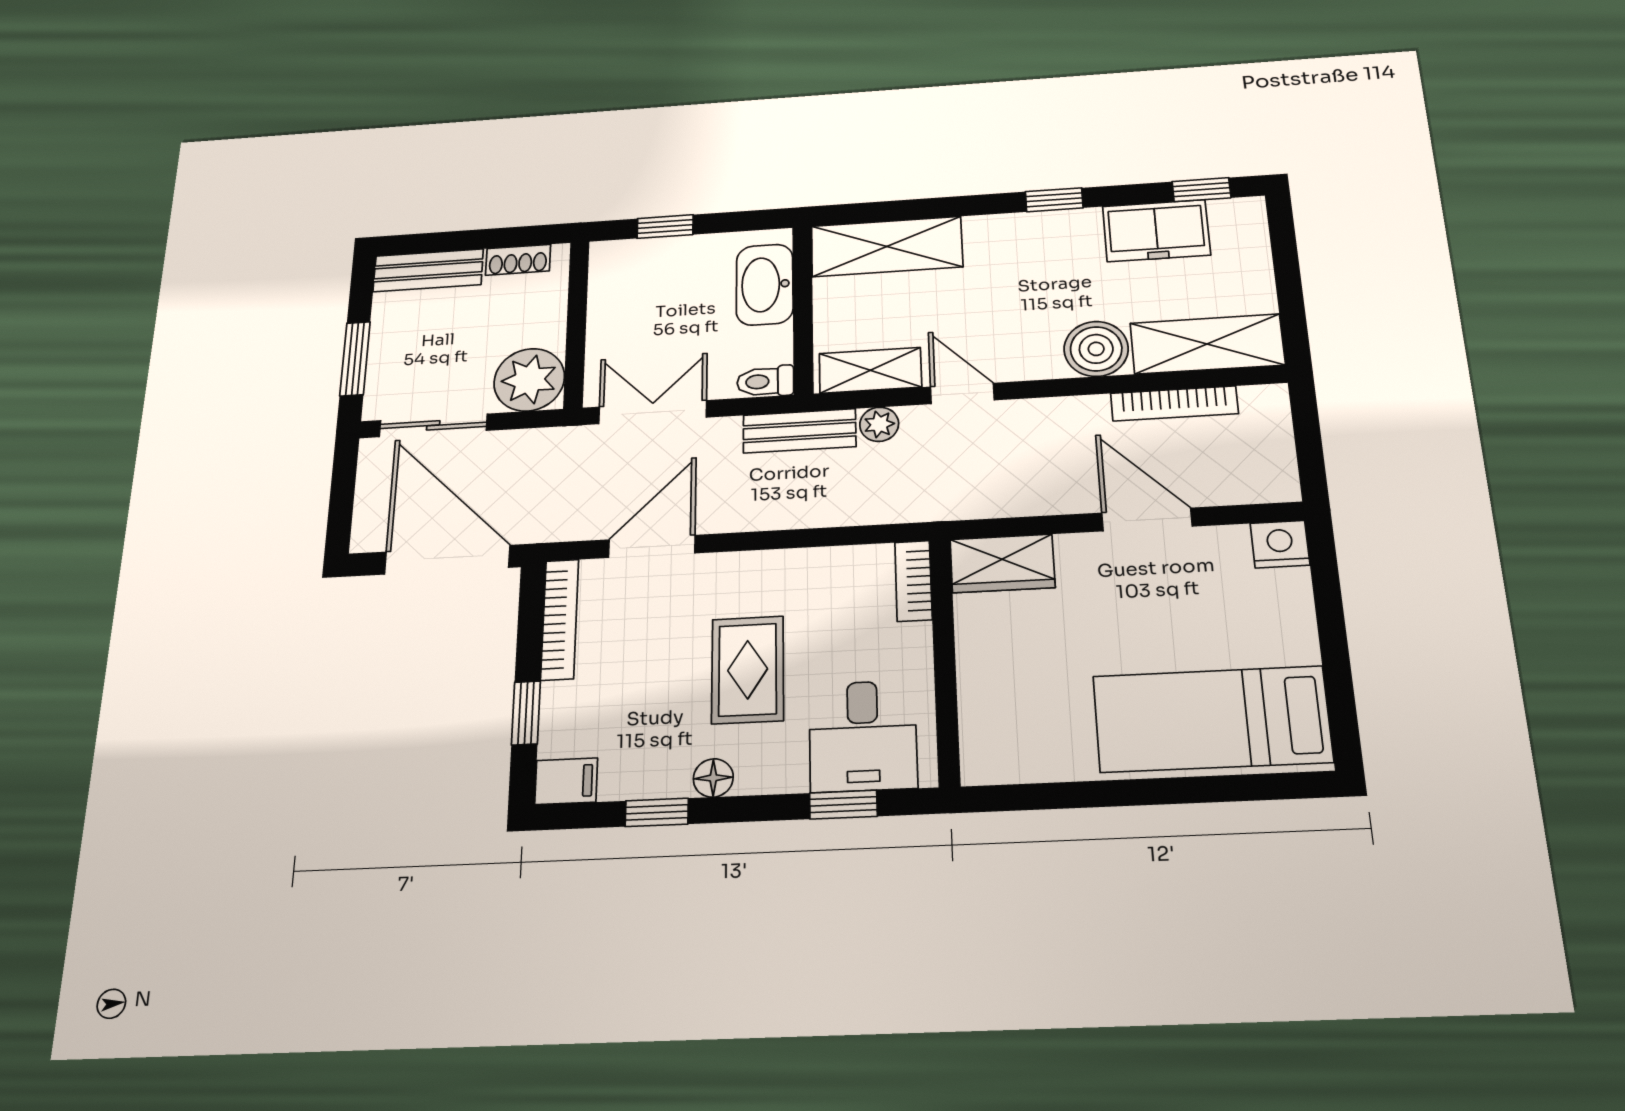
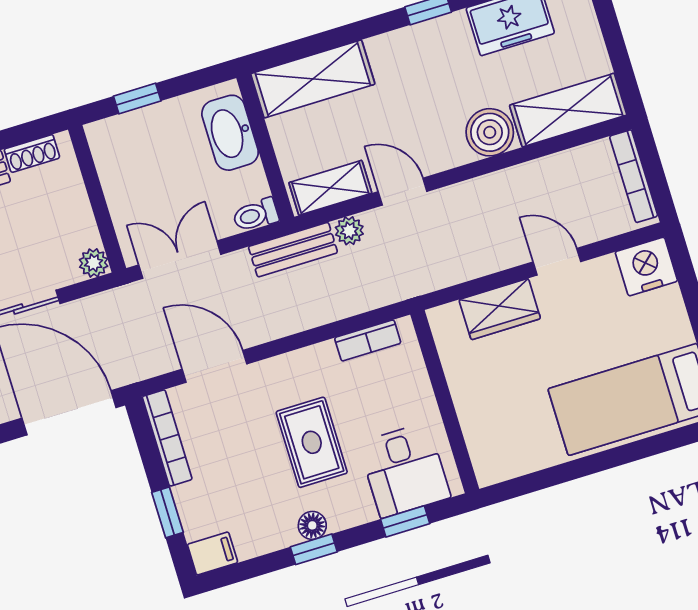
plant: (529, 380) -> (94, 263), width x0.53, depth x0.53
bookcase: (1174, 403) -> (634, 176), moved, turned 90
door: (1147, 520) -> (557, 262), width x0.73
nightstand: (1280, 544) -> (646, 266), width x1.36, depth x1.33
door: (652, 546) -> (214, 366), hinge flipped
wardrobe: (1002, 563) -> (500, 309), moved
bookcase: (913, 581) -> (368, 340), moved, turned -90
window: (657, 812) -> (314, 549), moved

